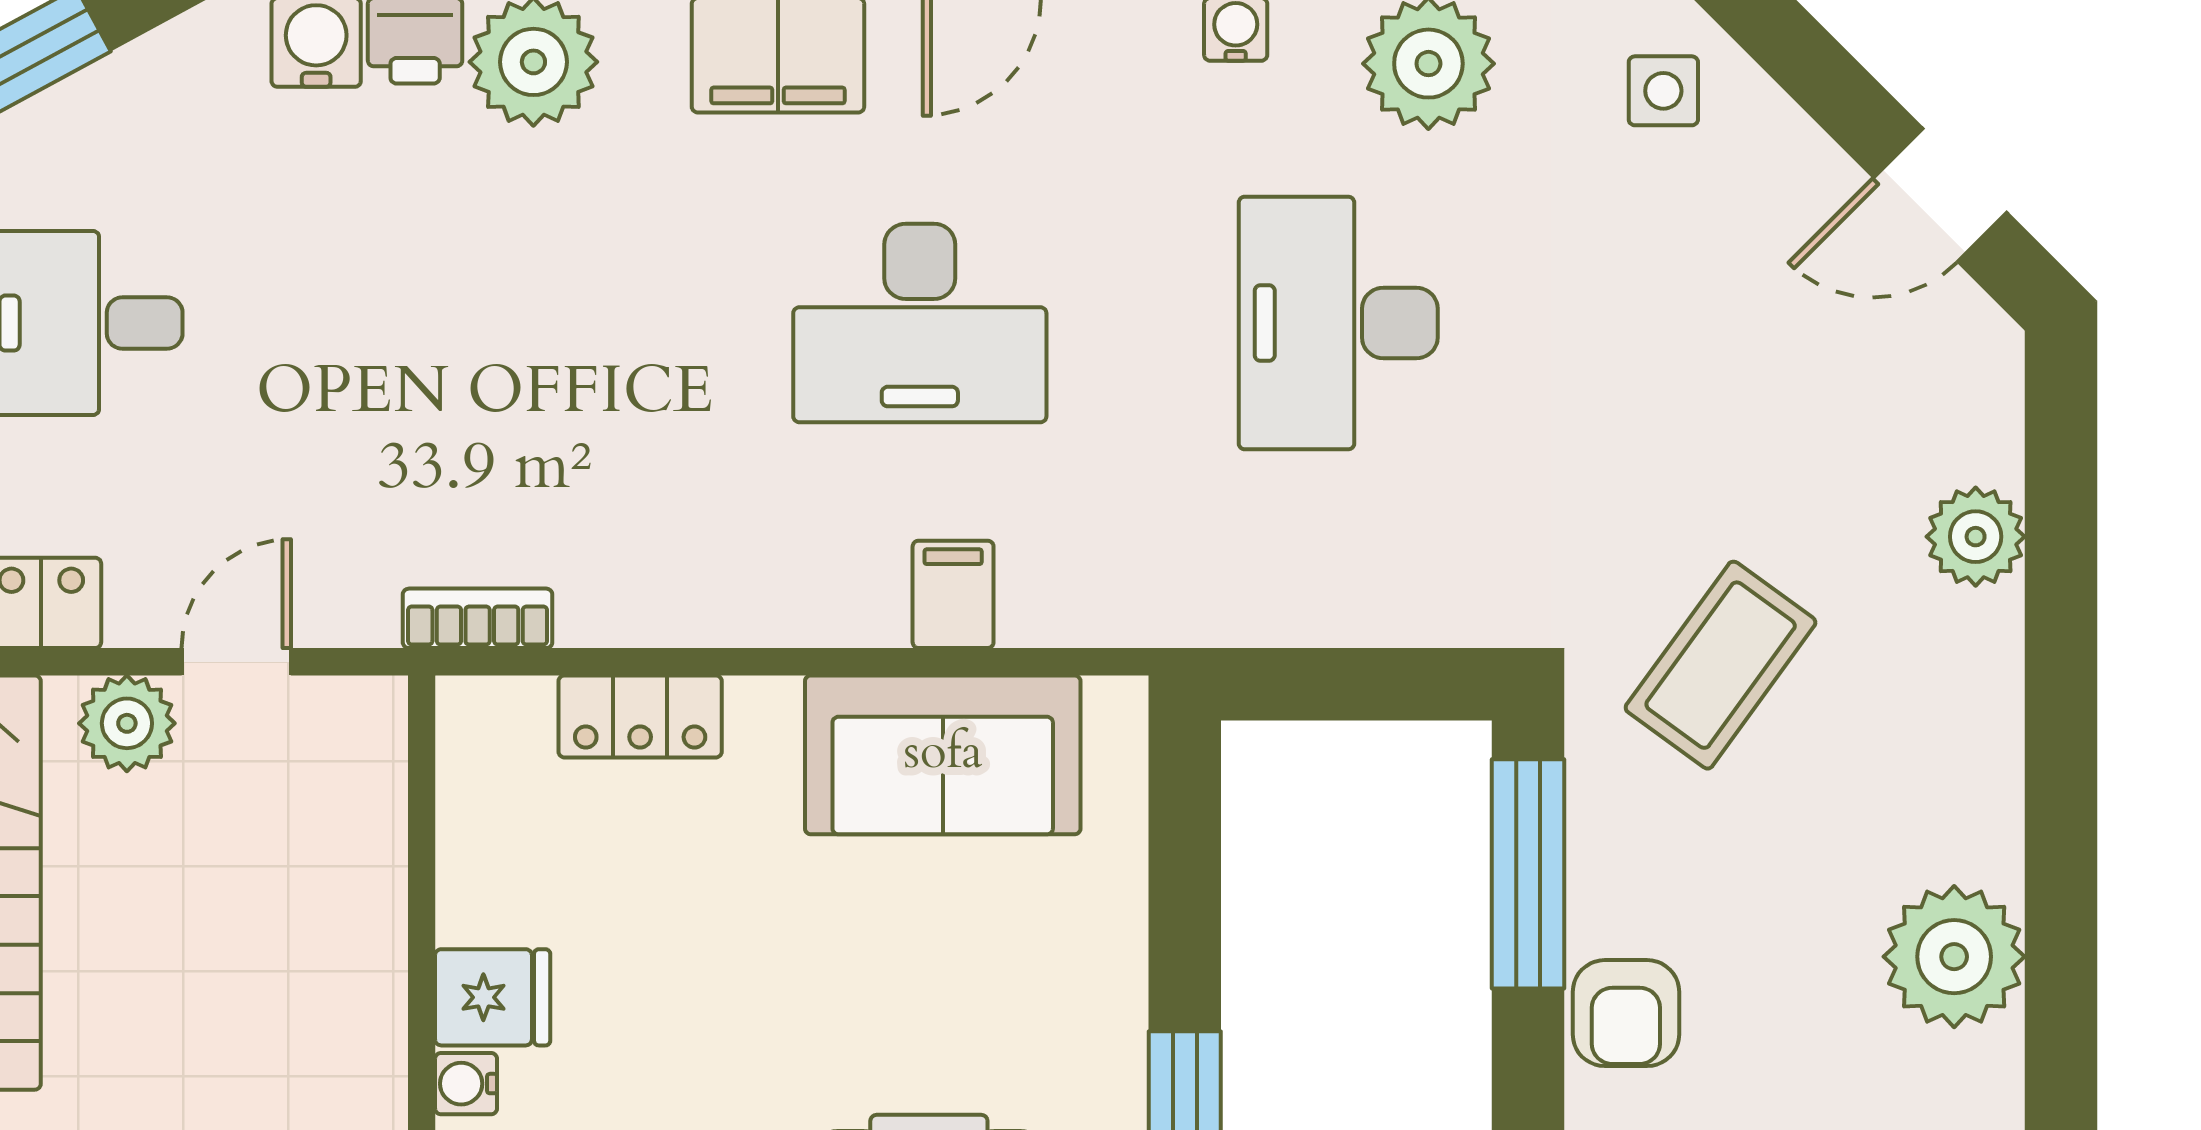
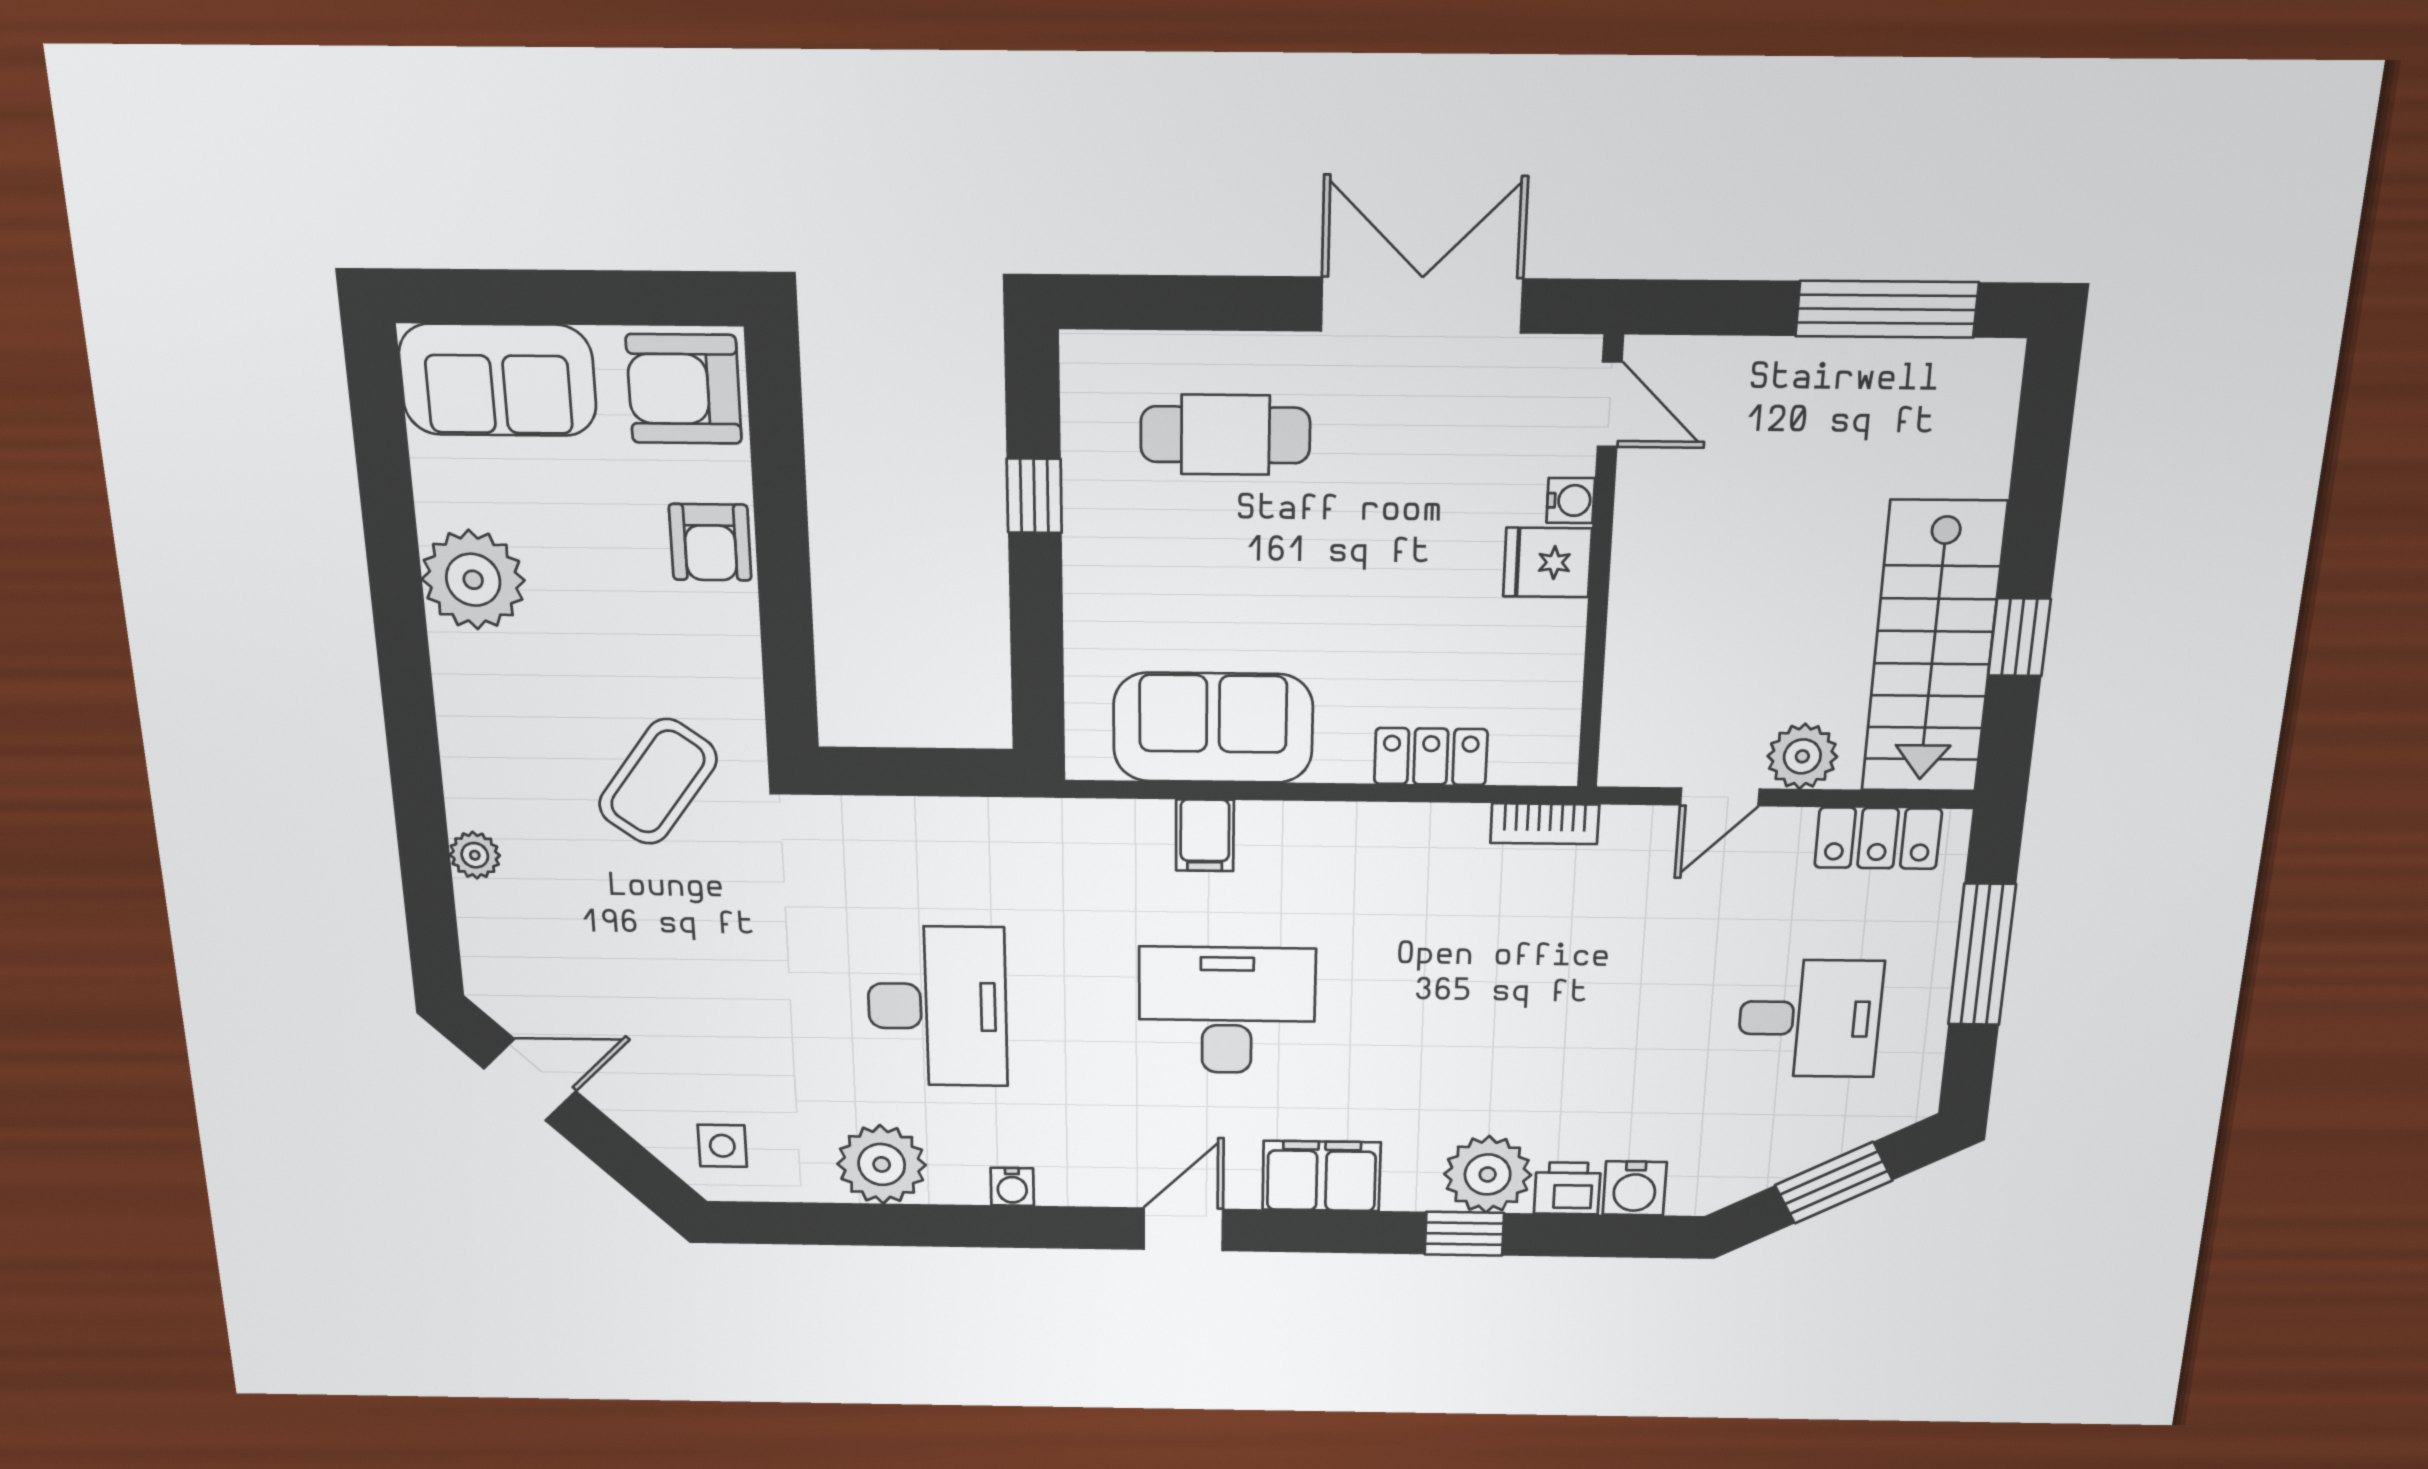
plant: (1976, 537) -> (475, 855), width x0.73, depth x0.73
window: (1528, 874) -> (787, 641), removed
armchair: (1626, 1013) -> (710, 542), turned 180

